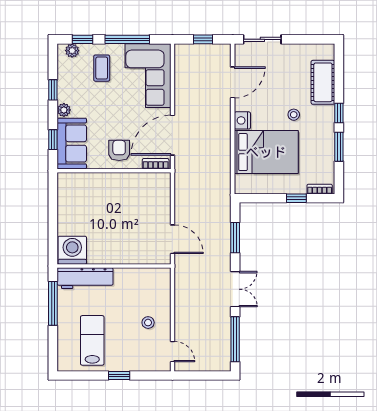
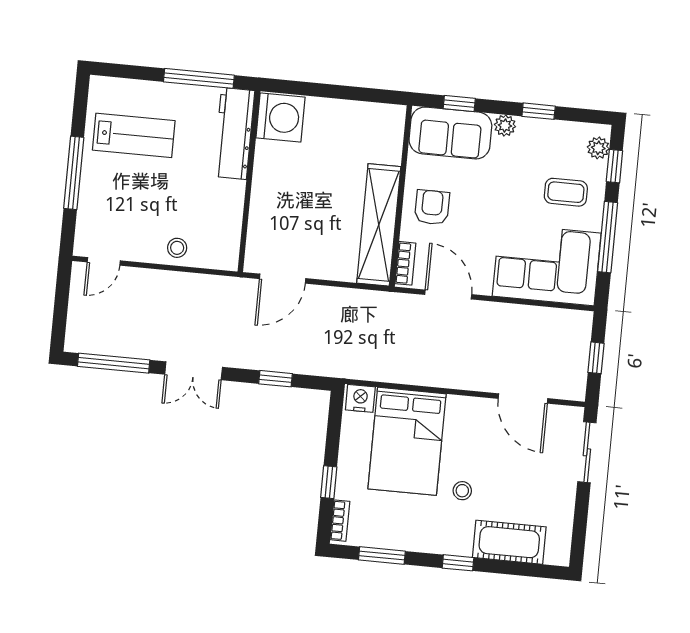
nightstand: (242, 120) -> (360, 398), moved
door: (172, 135) -> (448, 295), width x0.73
window: (339, 147) -> (382, 556), moved
armchair: (119, 150) -> (432, 207), turned -90
shelving: (133, 183) -> (379, 225), added
window: (235, 238) -> (275, 379), width x0.67
stool: (148, 323) -> (177, 248), moved
window: (119, 376) -> (74, 173), width x2.17

